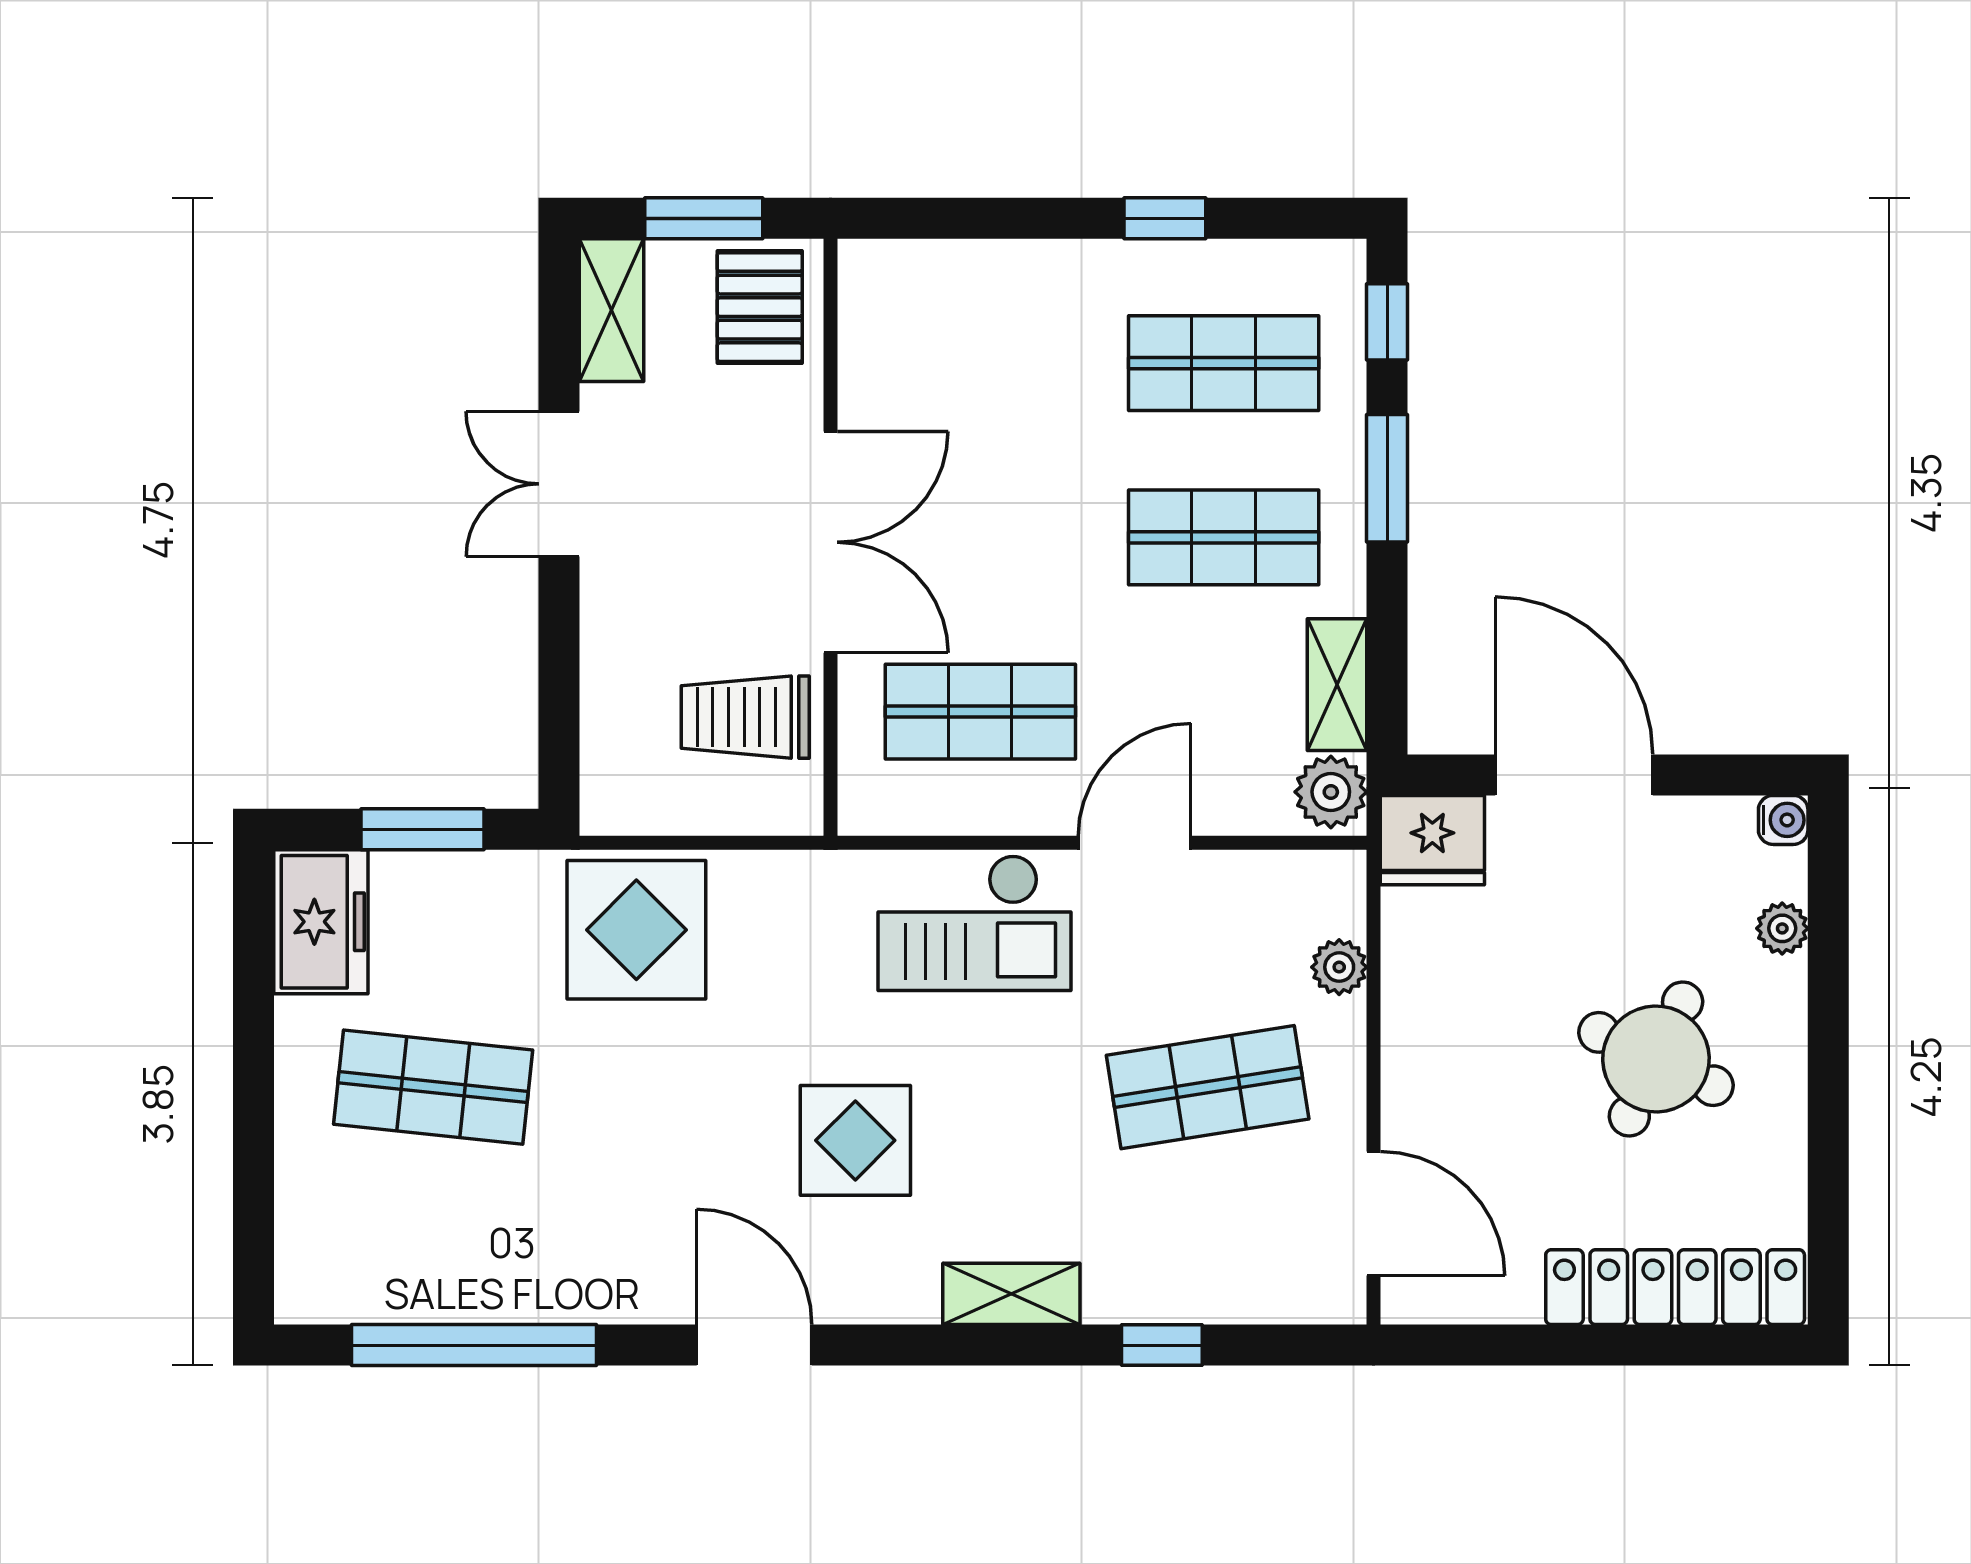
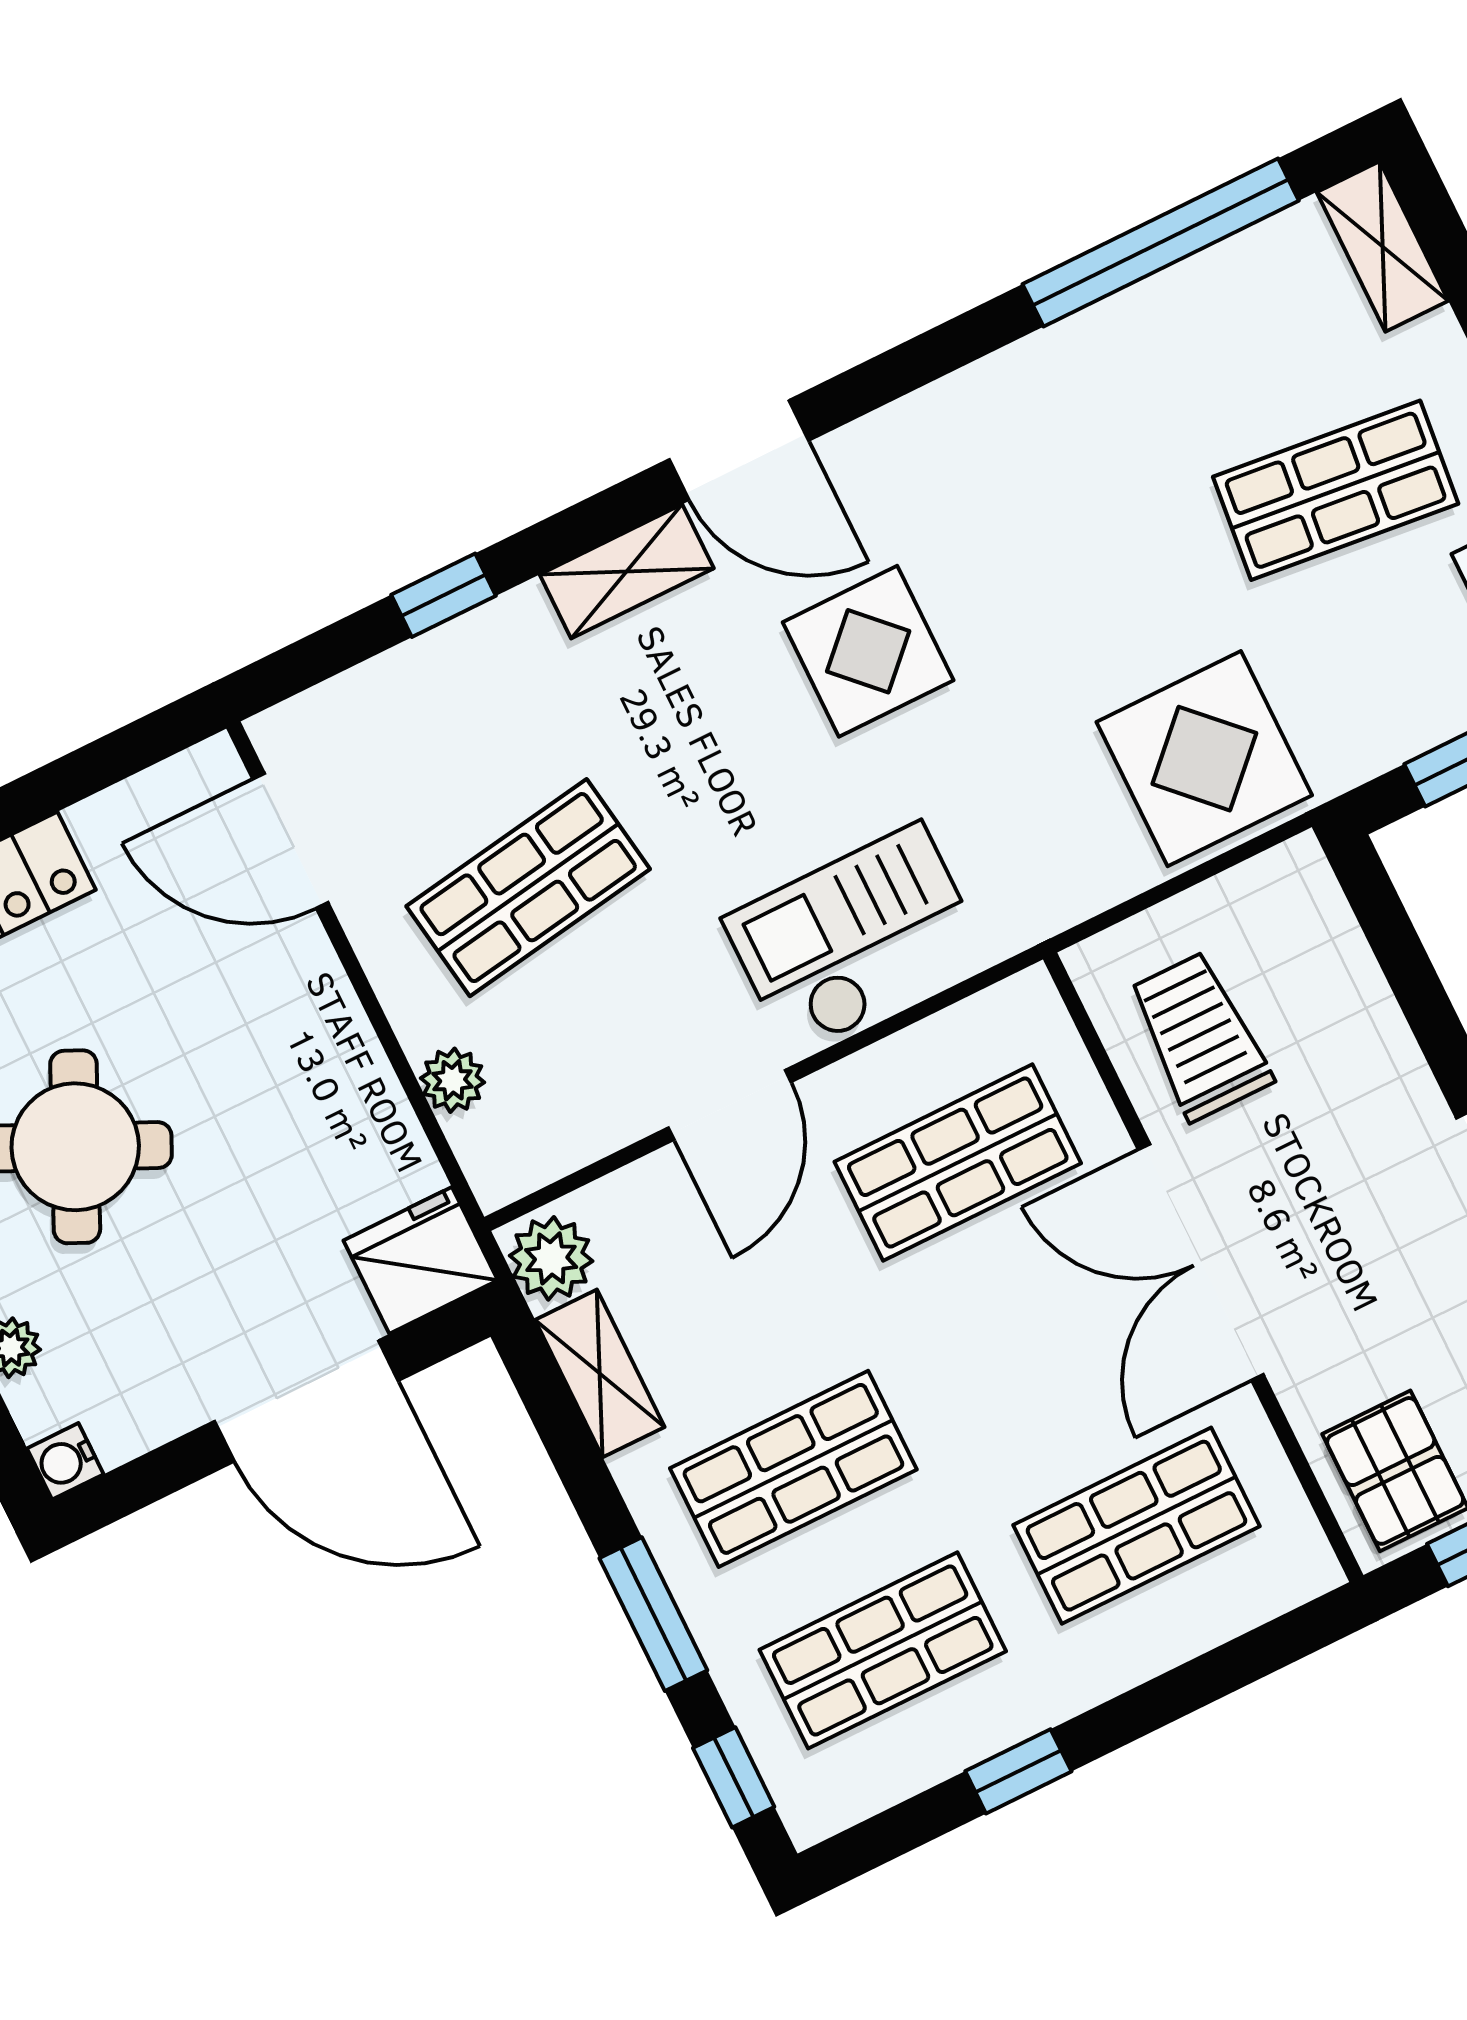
shop shelf: (980, 363) -> (1136, 1526), added
trolley: (745, 717) -> (1200, 1036), turned -90
shelving: (304, 1258) -> (1383, 246), added
door: (754, 1345) -> (739, 450), moved

